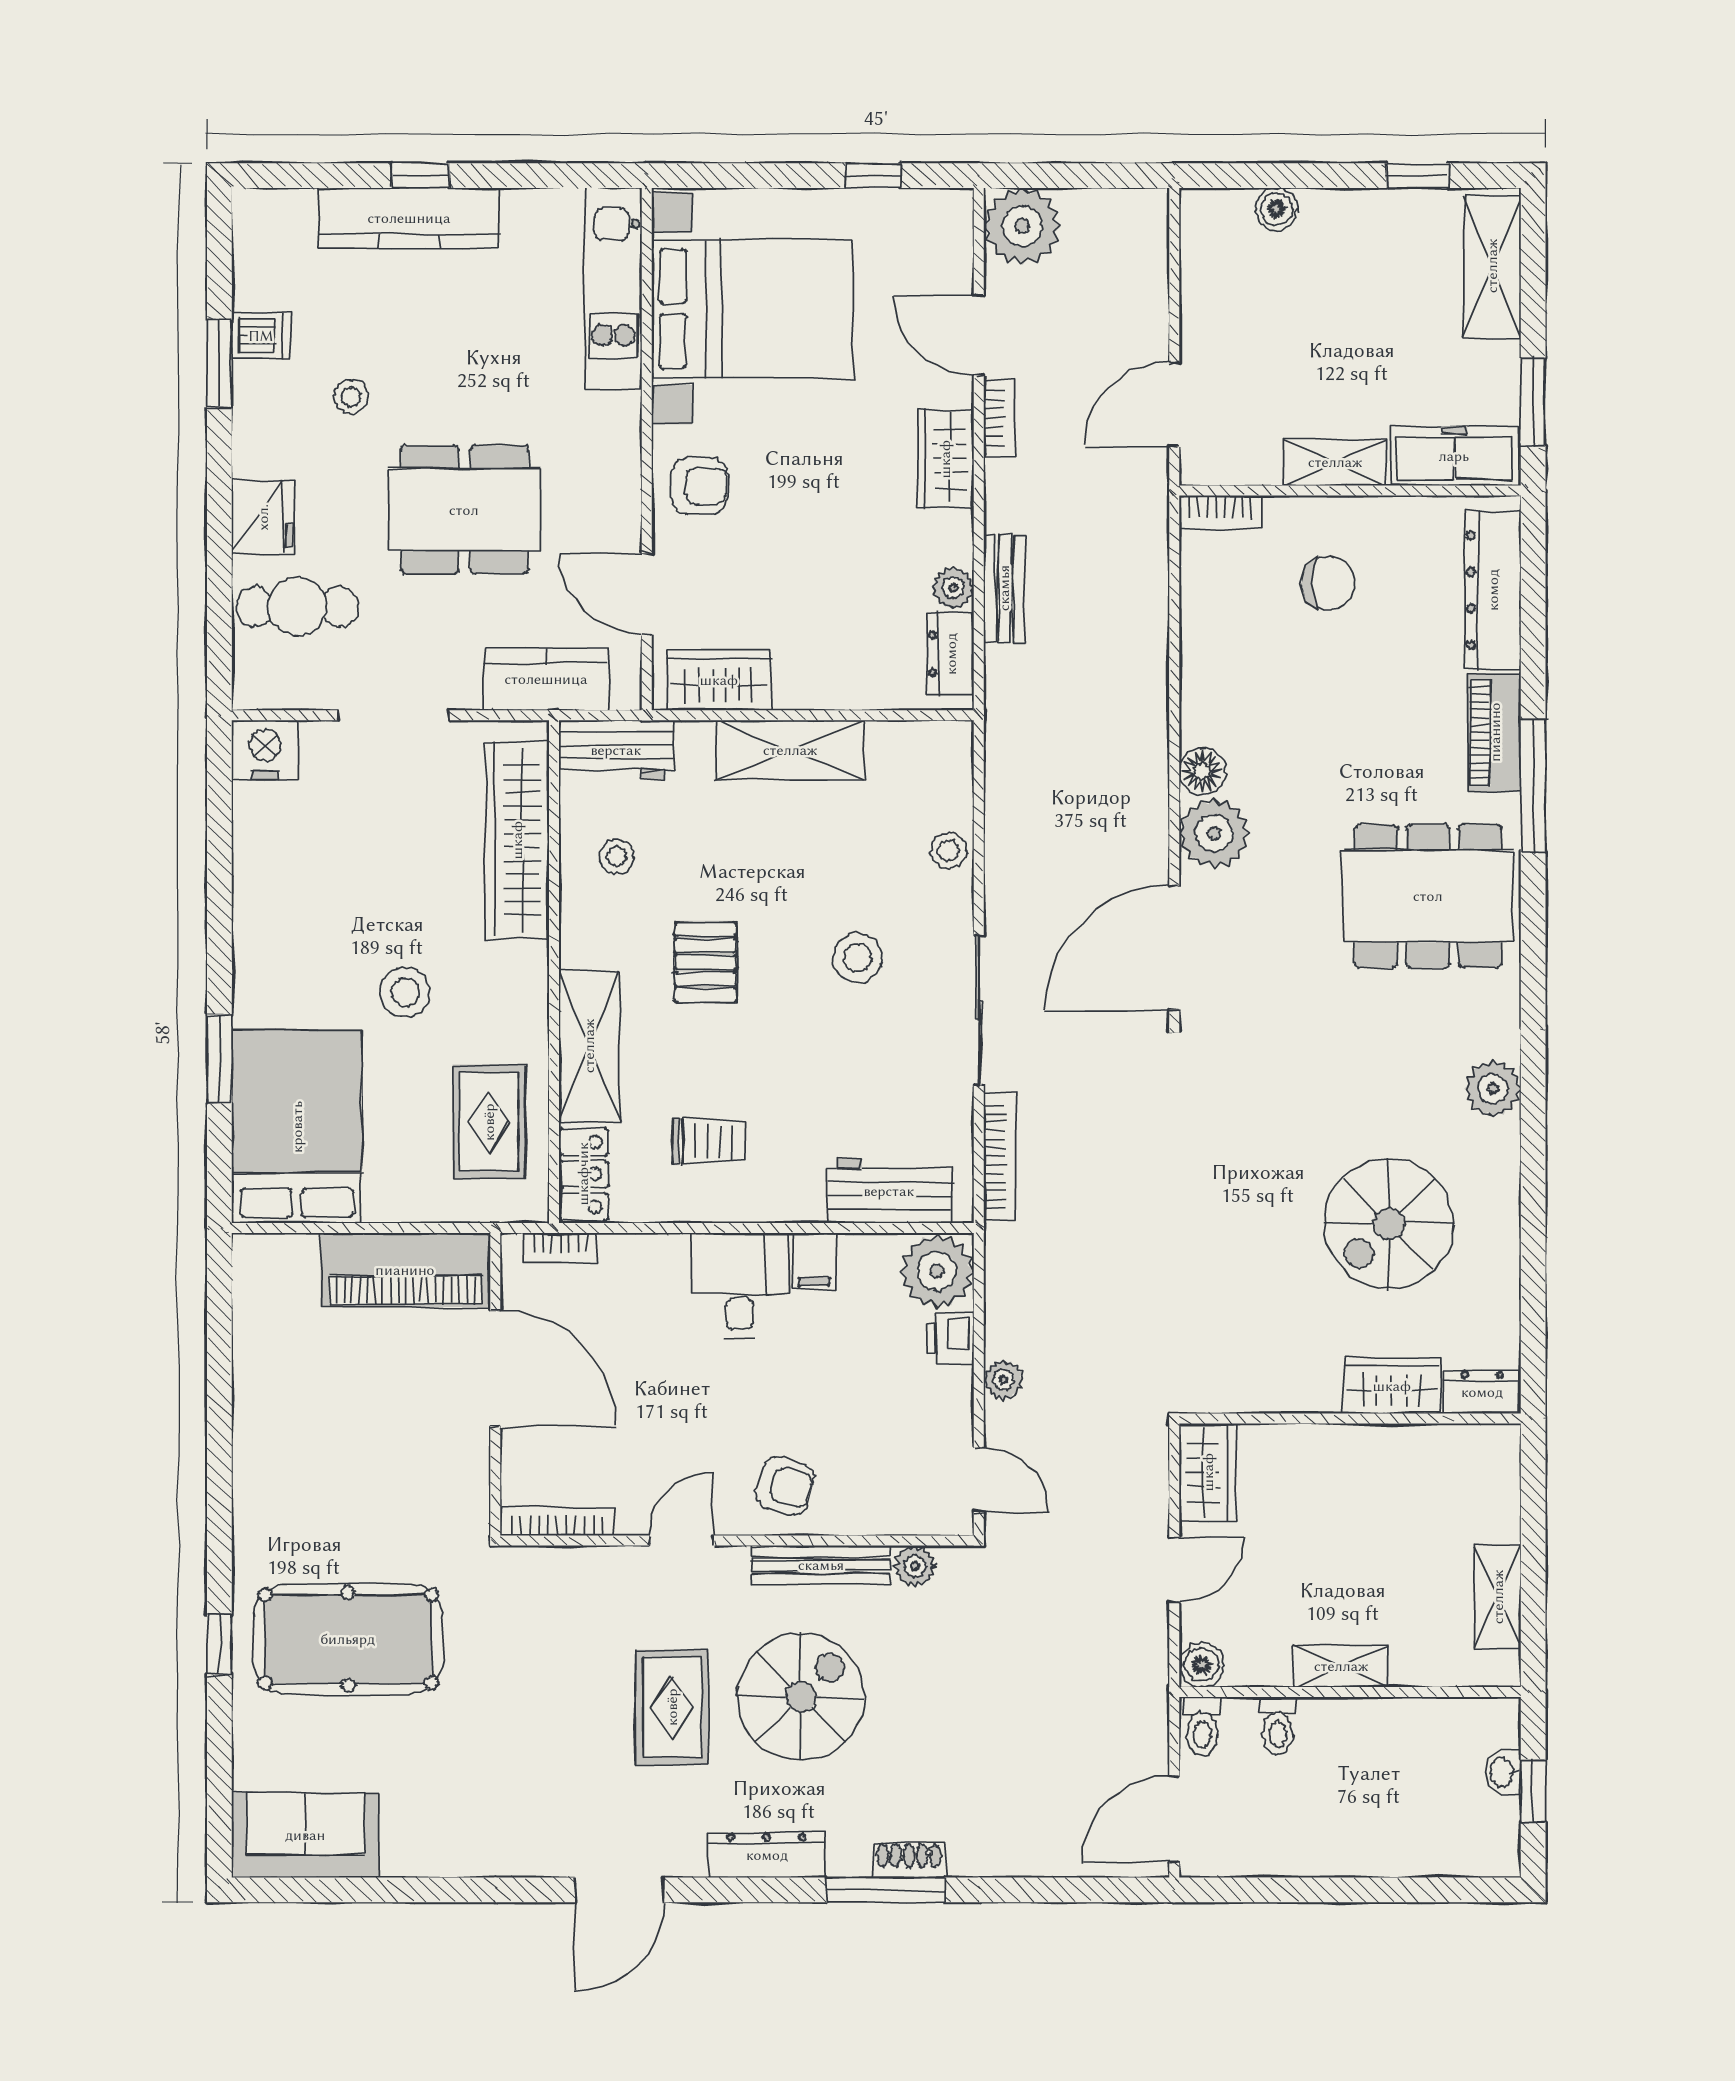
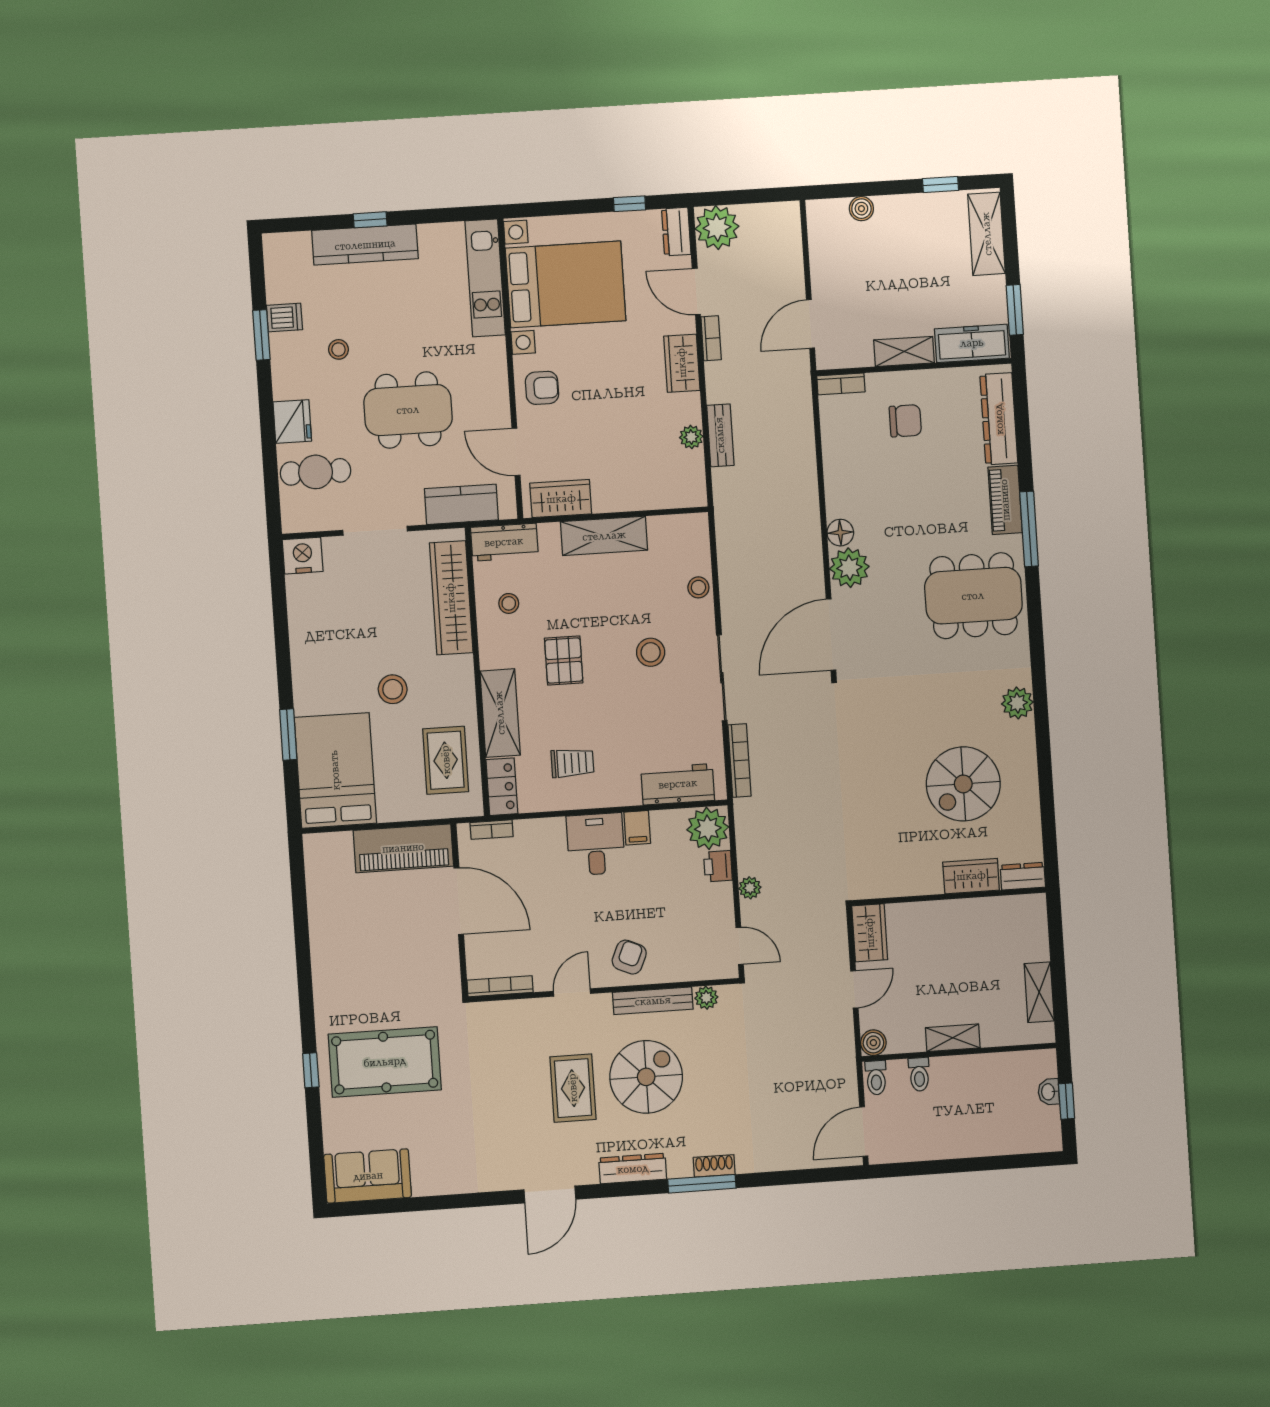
dresser: (951, 654) -> (676, 232), moved
armchair: (785, 1486) -> (629, 957), turned -83

